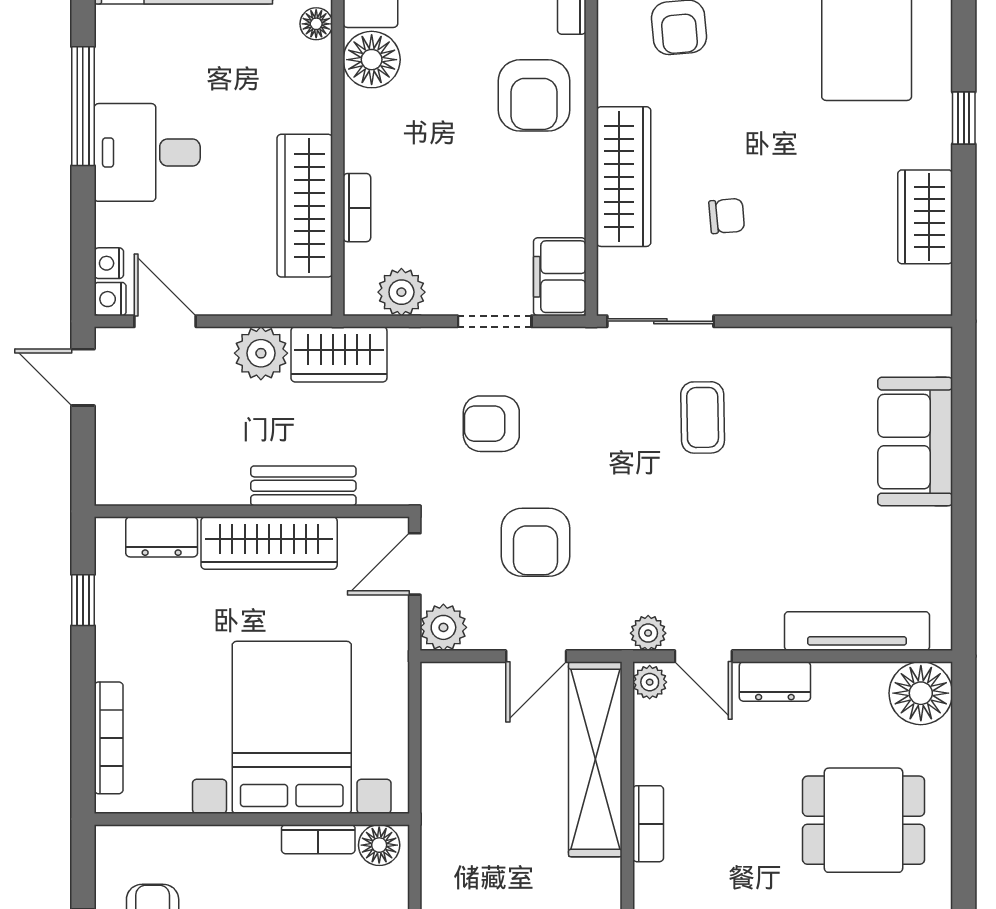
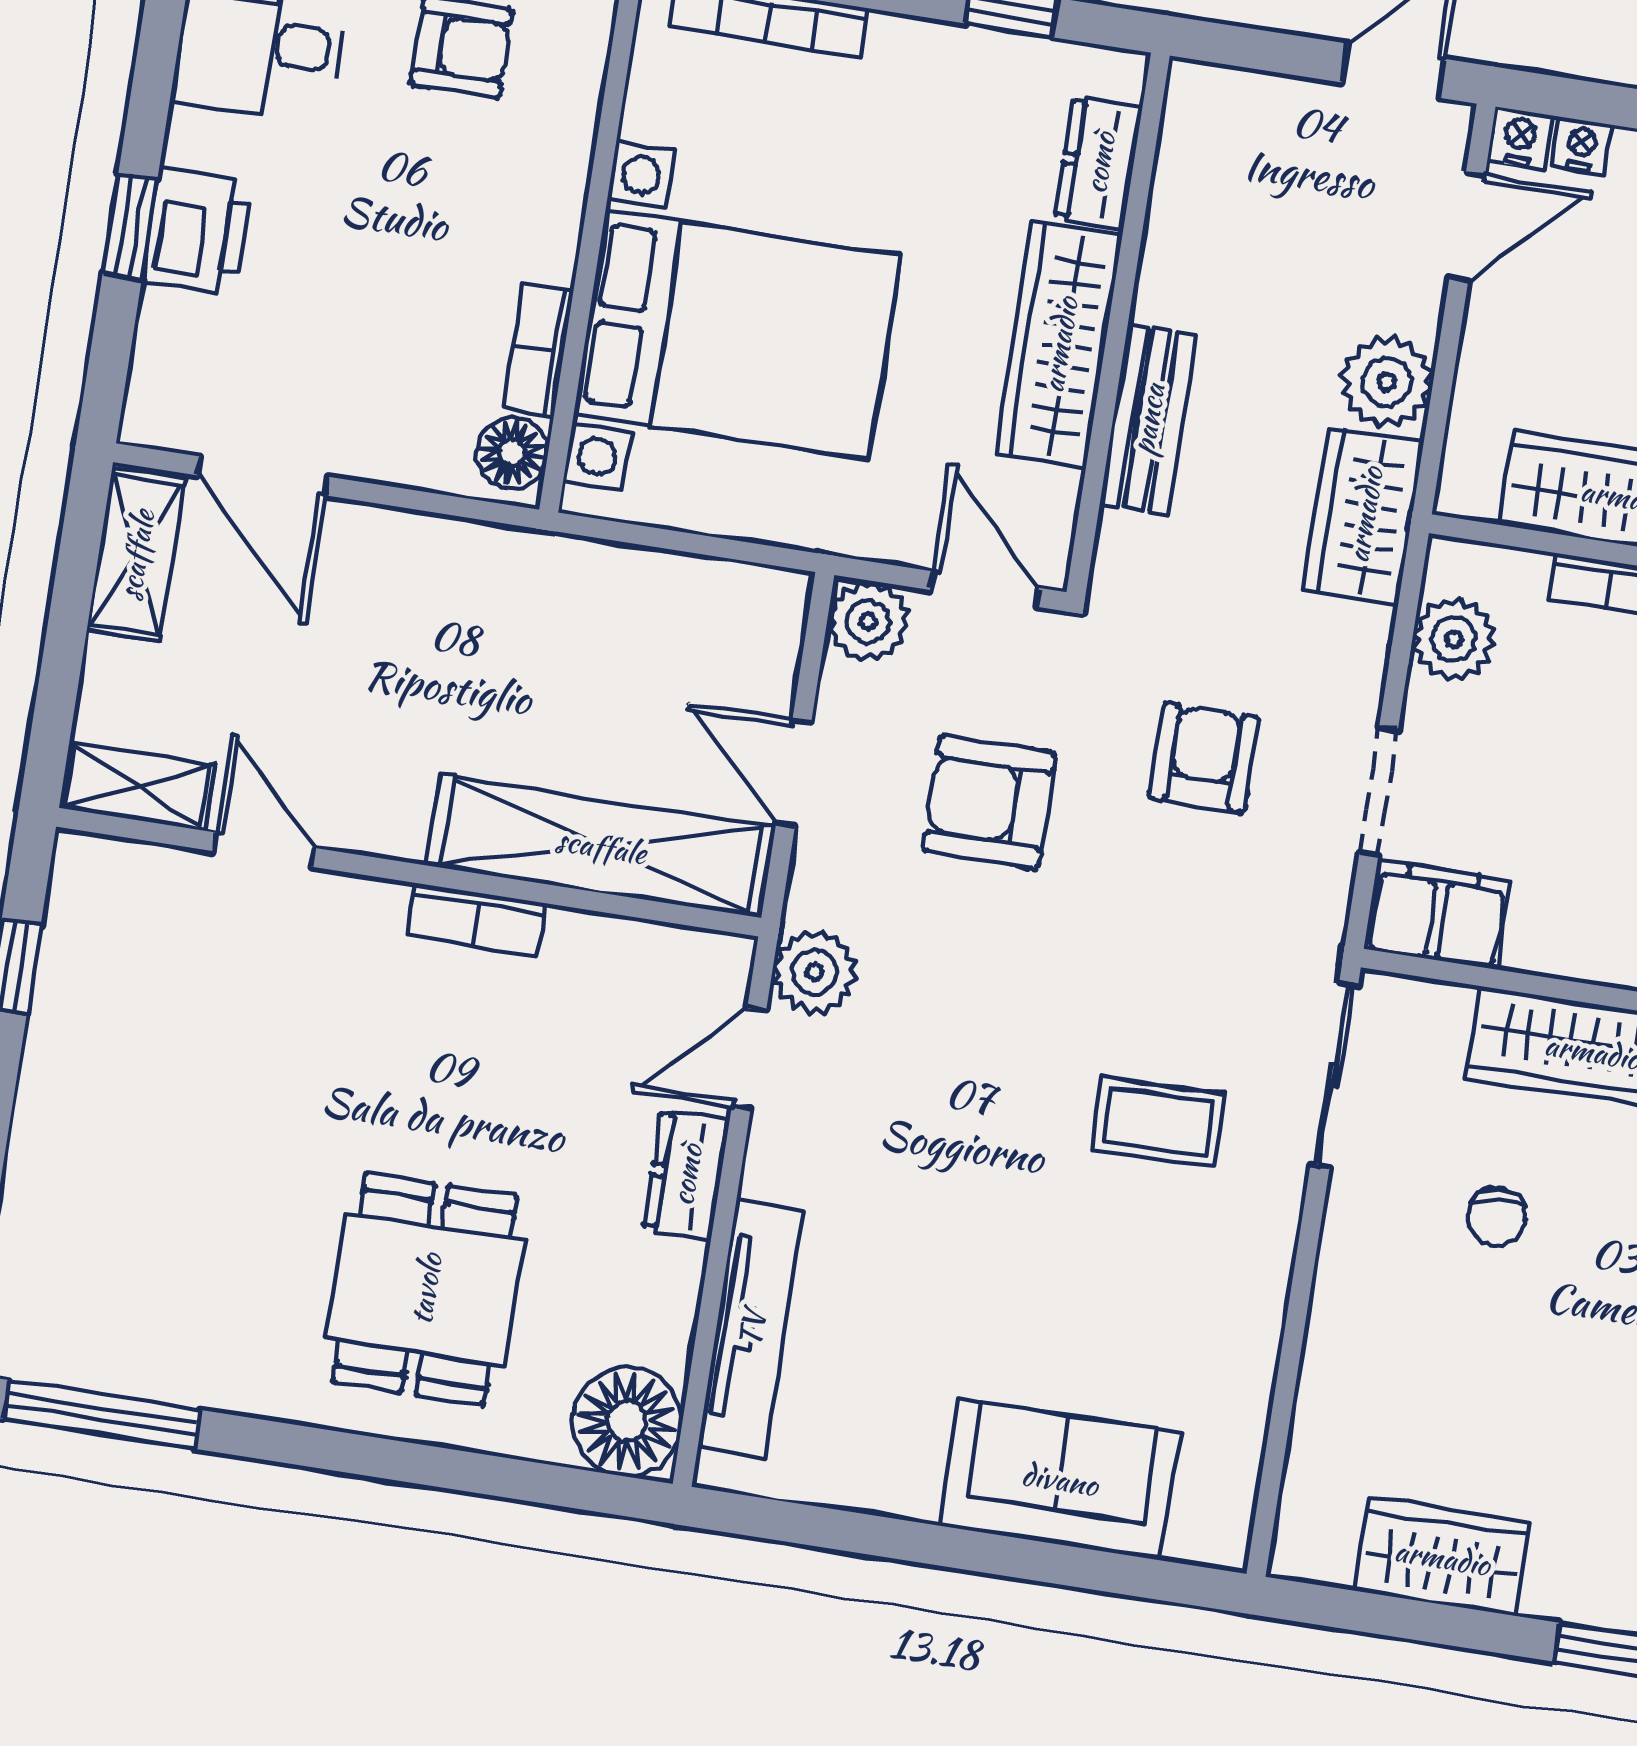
plant: (648, 633) -> (815, 972), width x1.38, depth x1.38
plant: (650, 682) -> (719, 960), removed

